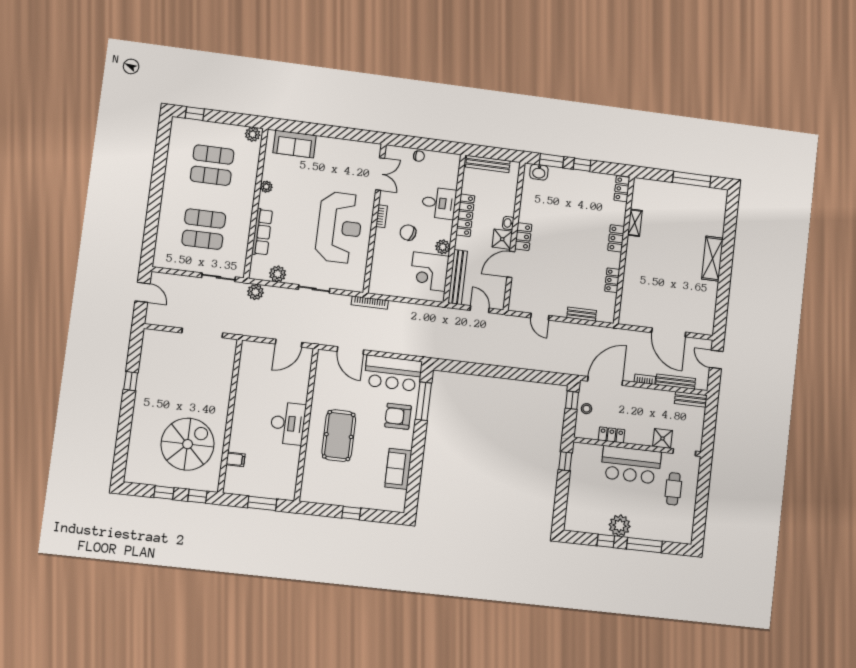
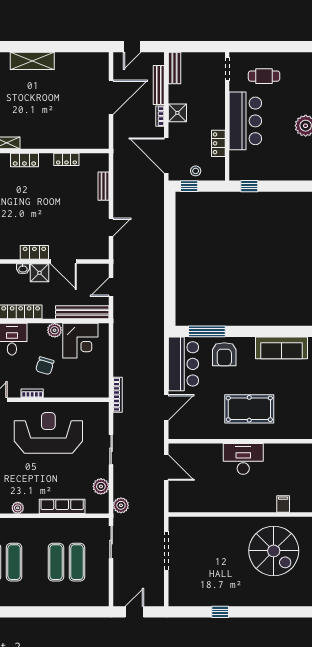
shower: (663, 438) -> (177, 113), moved
spiral stairs: (188, 444) -> (274, 551), turned 180
sofa: (398, 469) -> (281, 348), width x1.36

